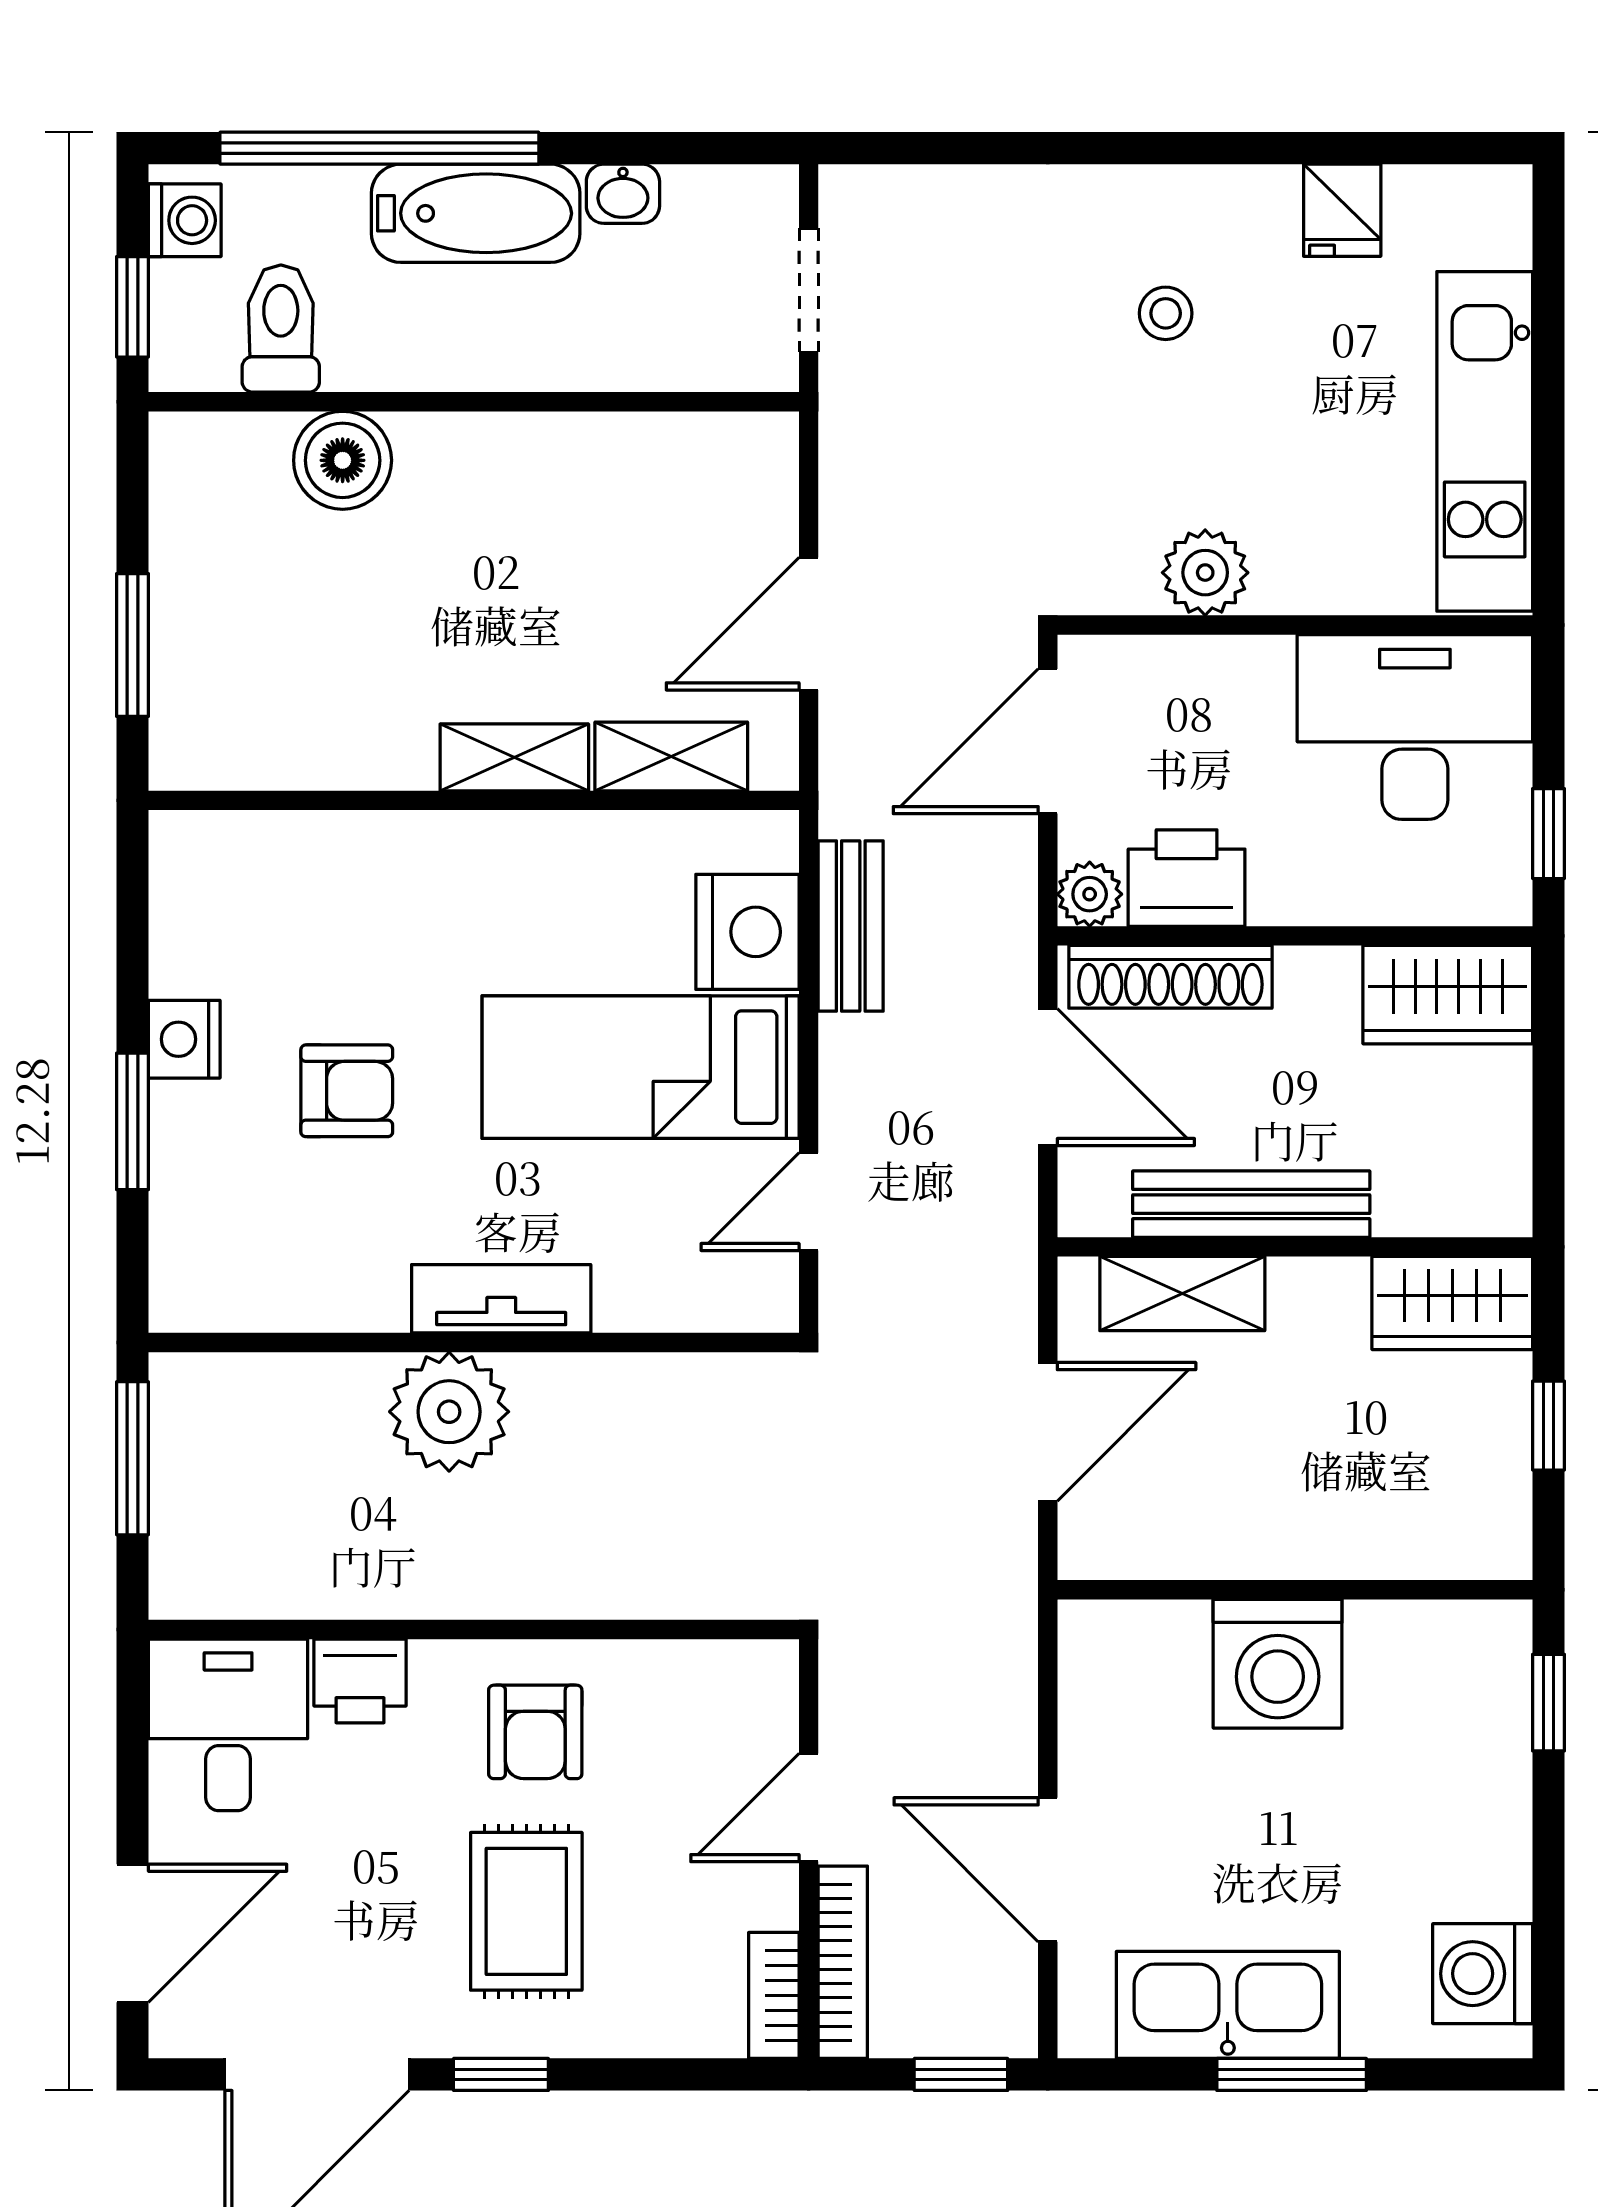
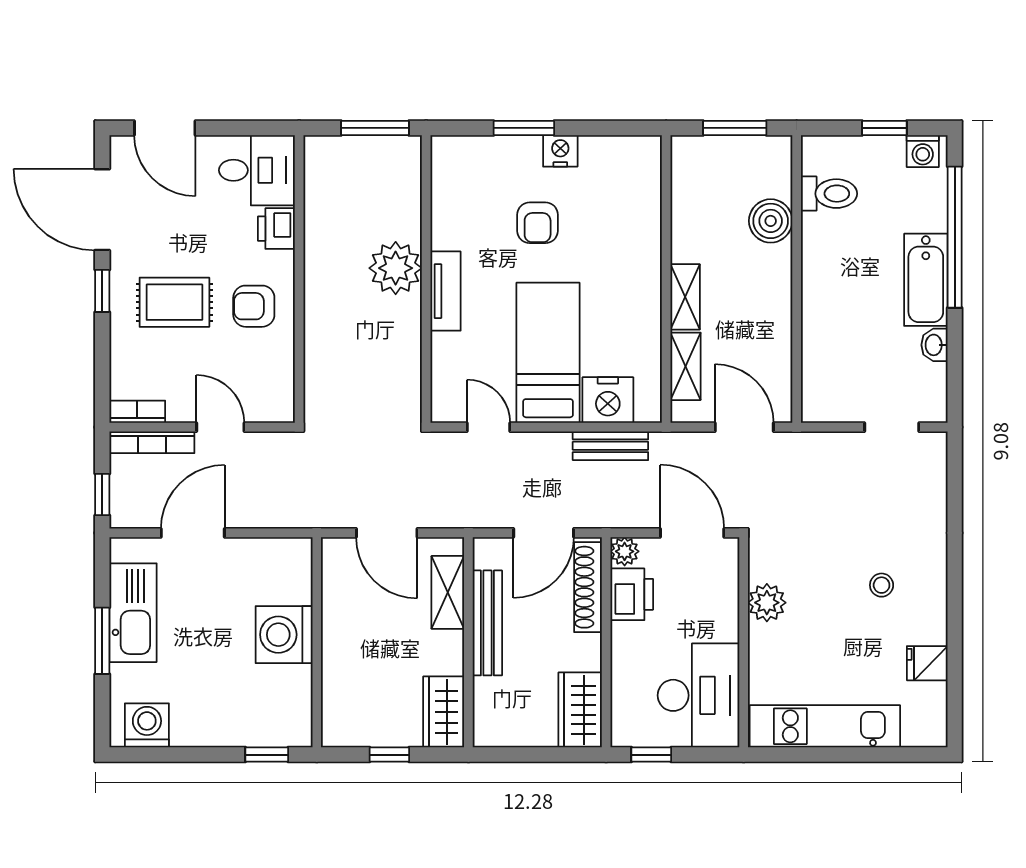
toilet: (281, 329) -> (829, 194), moved
wall: (474, 402) -> (797, 279), moved
boiler: (343, 460) -> (771, 221), moved

